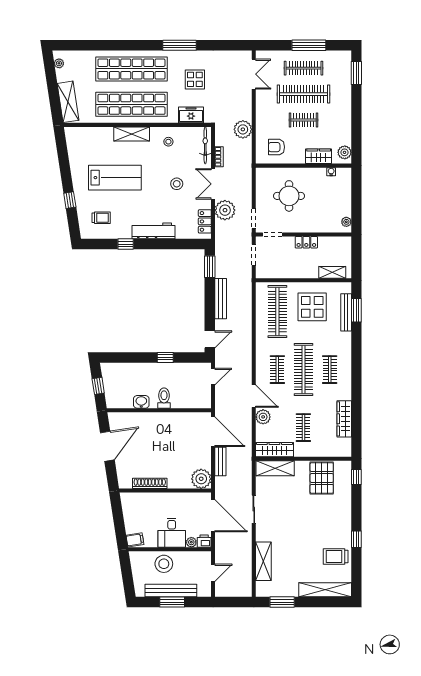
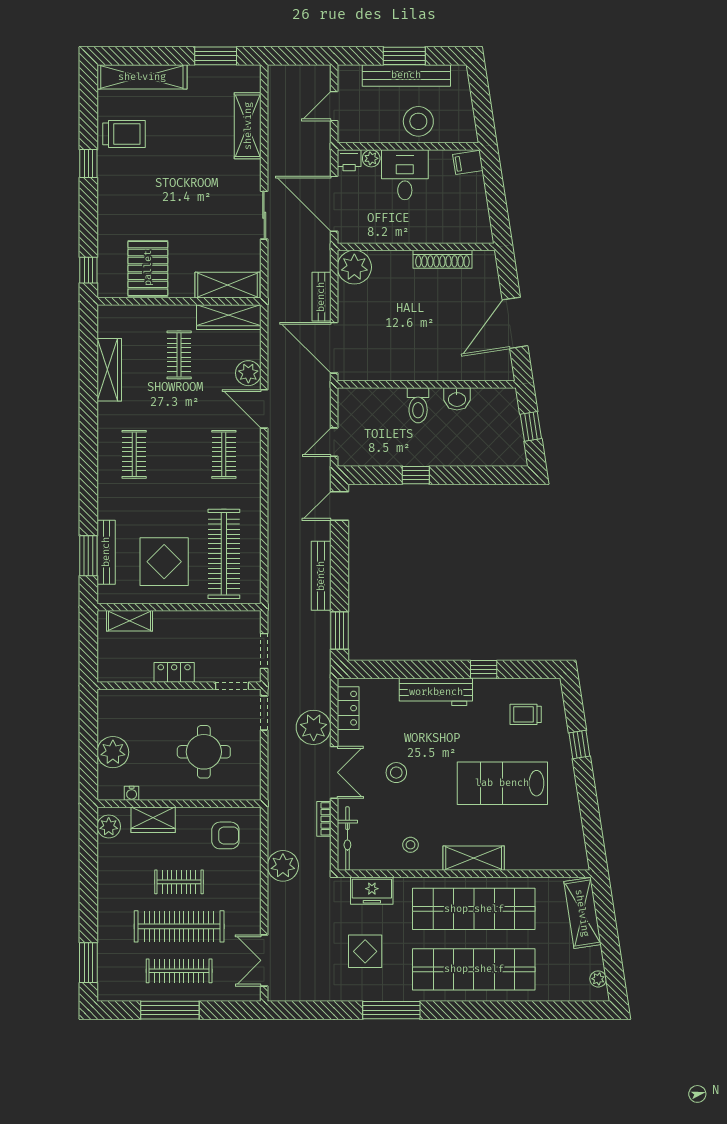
plant: (346, 222) -> (113, 752), moved, width x1.87, depth x1.87
clothes rail: (303, 370) -> (179, 454), removed

